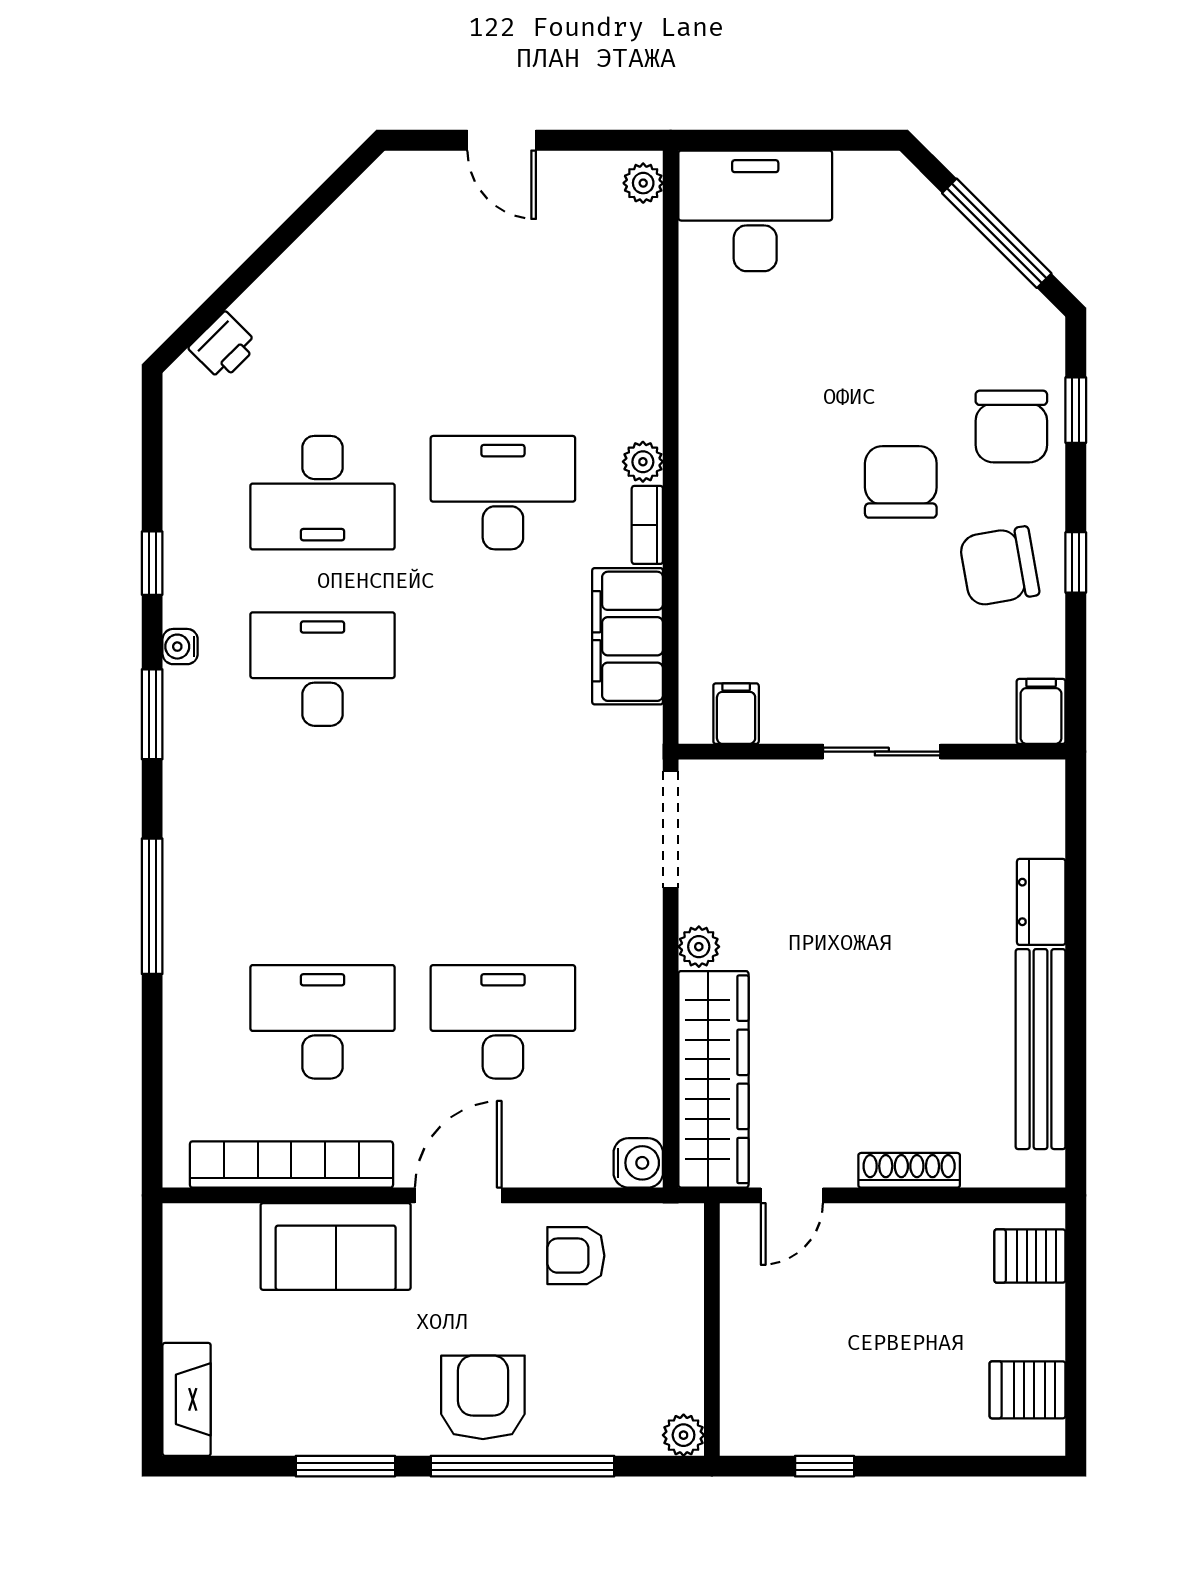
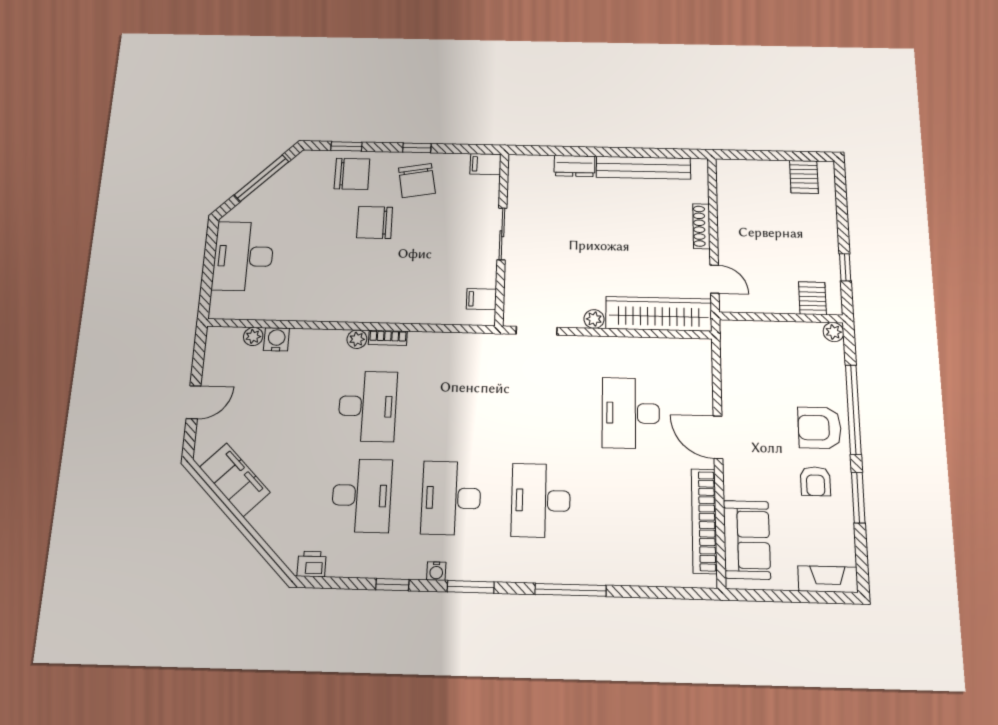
plant: (643, 183) -> (253, 336), moved
desk: (755, 211) -> (243, 256), moved
printer: (223, 346) -> (312, 564), moved, turned -45
desk: (503, 493) -> (368, 406), turned 180
filing cabinet: (628, 636) -> (235, 480), moved, turned -135
doorway: (671, 829) -> (537, 331), width x0.73
desk: (322, 1022) -> (541, 500), moved
water cooler: (638, 1163) -> (276, 339), moved
sofa: (336, 1246) -> (747, 540), moved
armchair: (576, 1256) -> (815, 481), moved
server rack: (1030, 1256) -> (812, 298), moved, turned 180

